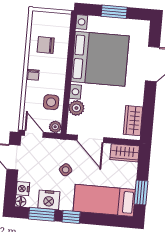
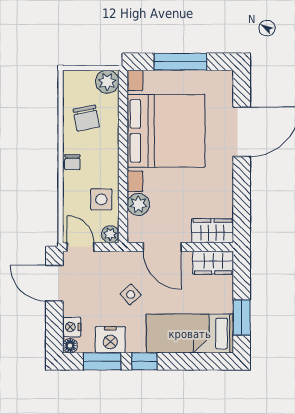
window: (114, 12) -> (180, 62), width x1.44
plant: (62, 21) -> (107, 82), added
chair: (46, 45) -> (86, 118), turned -101
wardrobe: (133, 121) -> (212, 231), moved, turned 90

